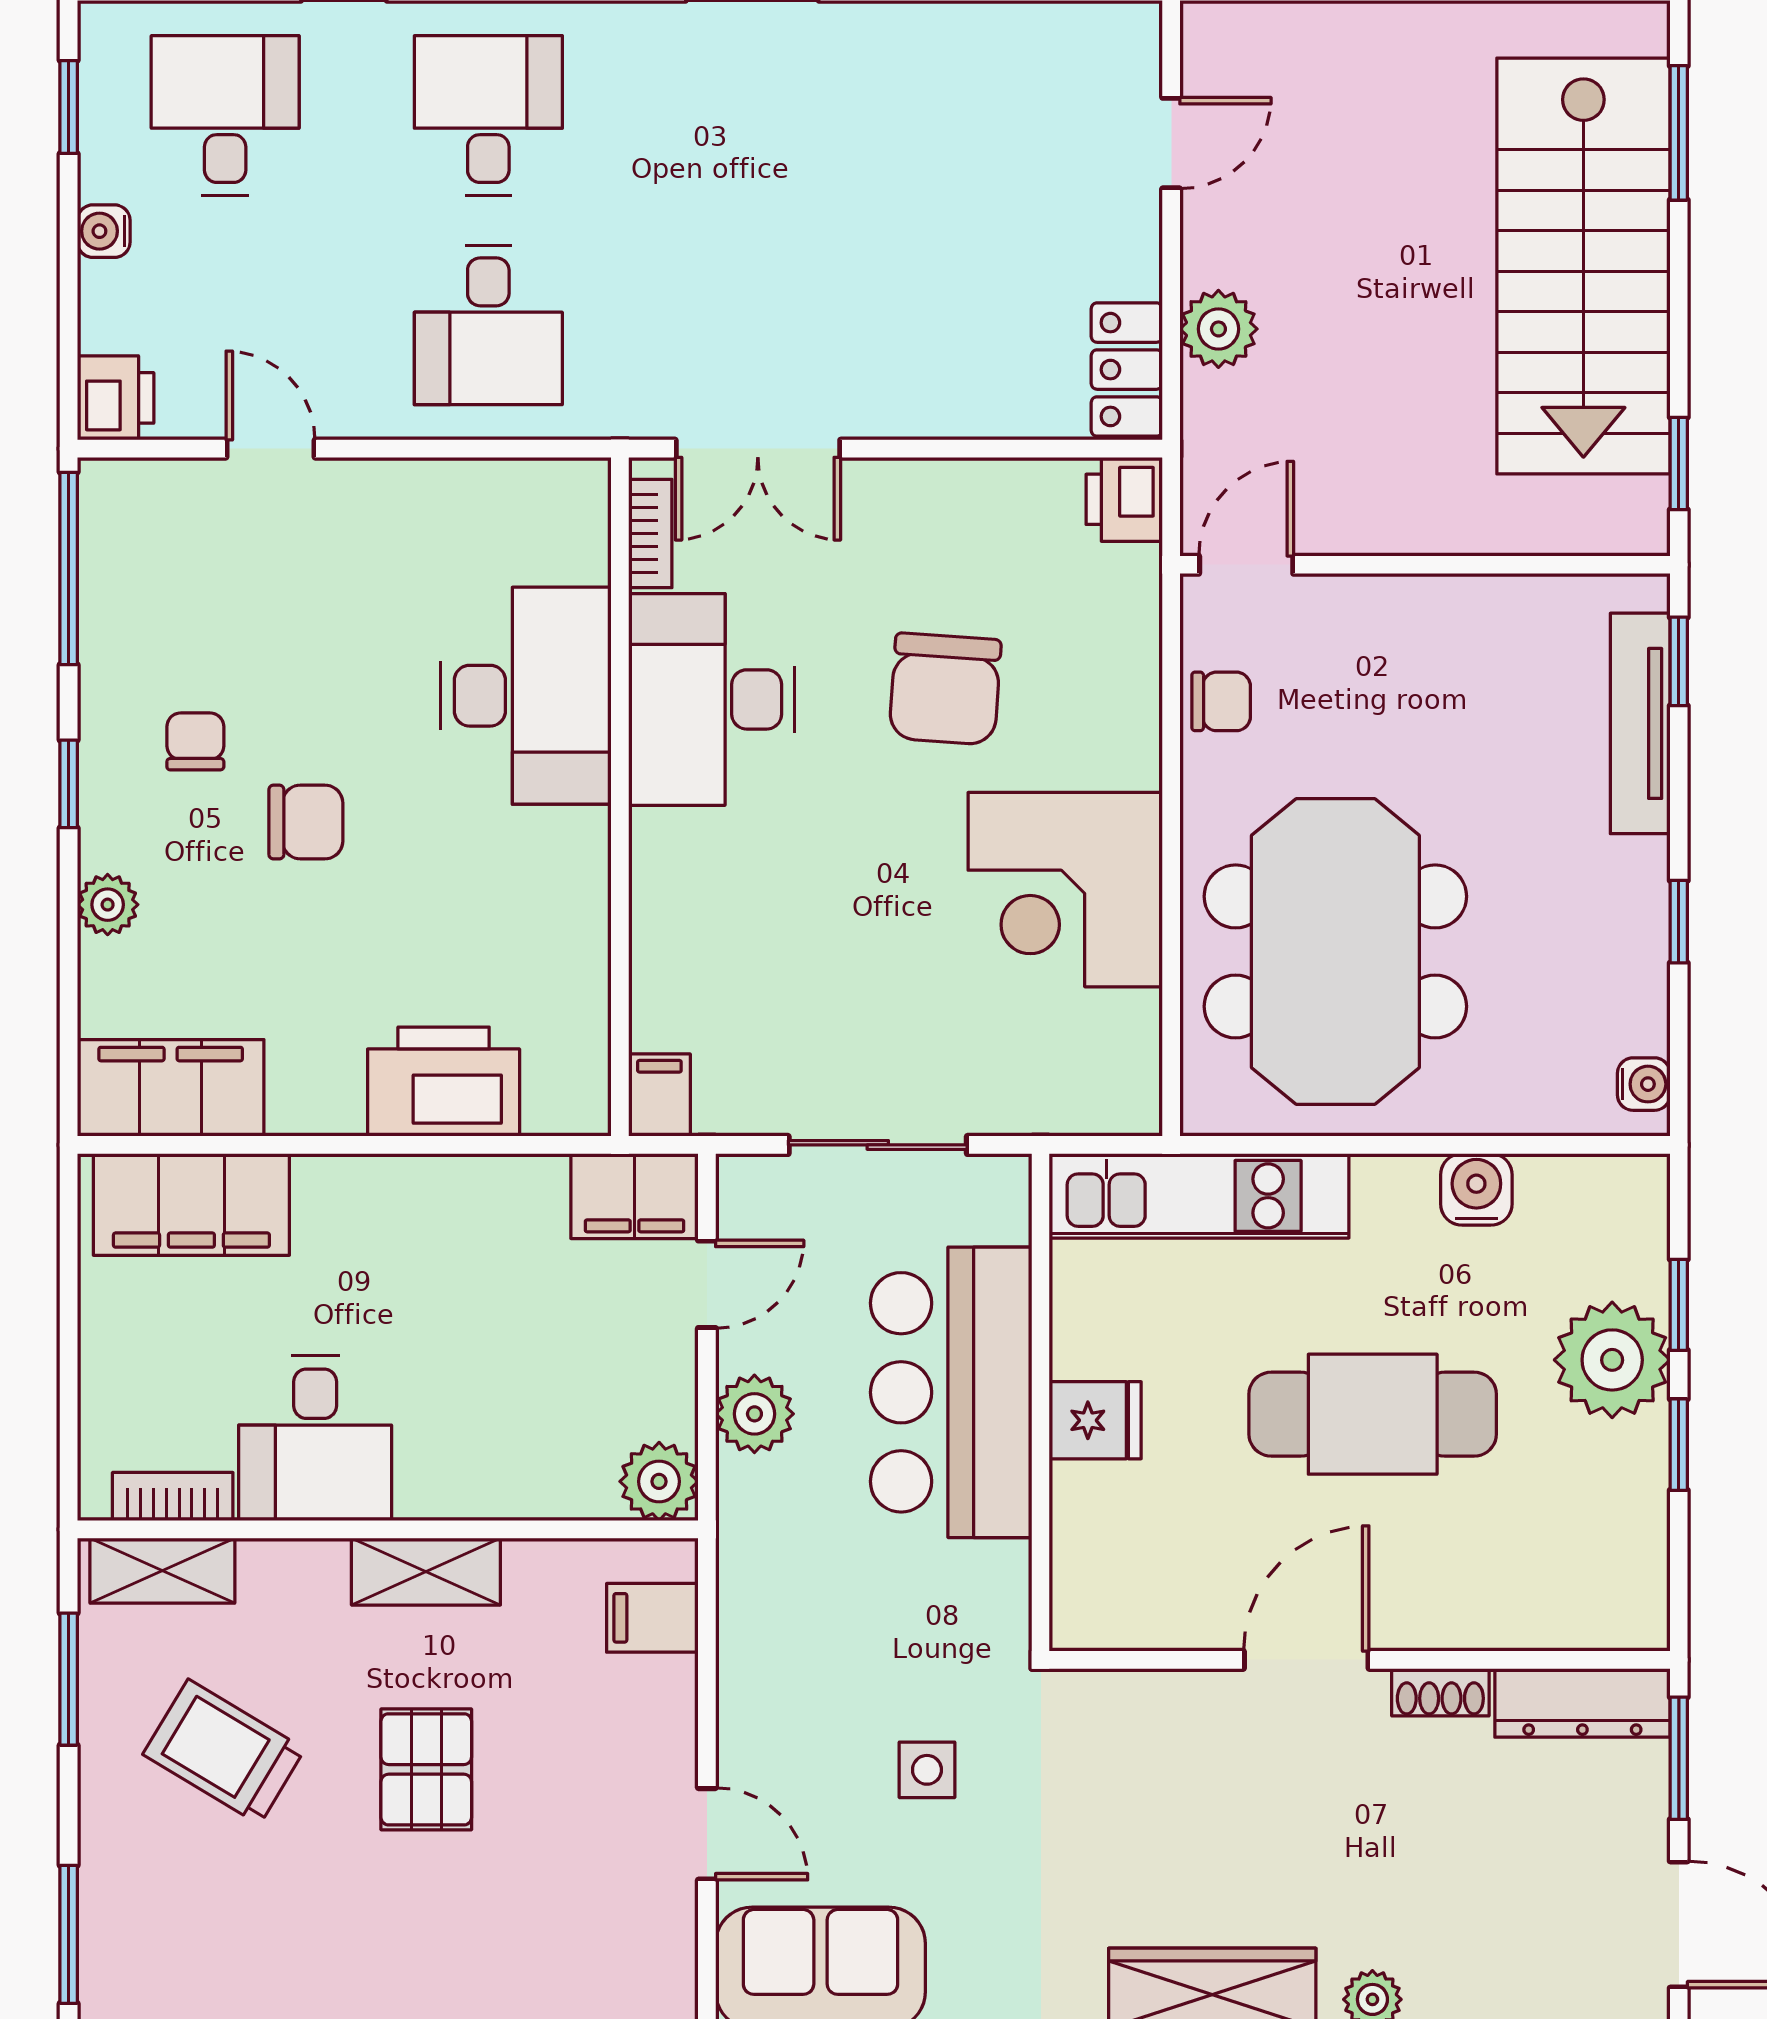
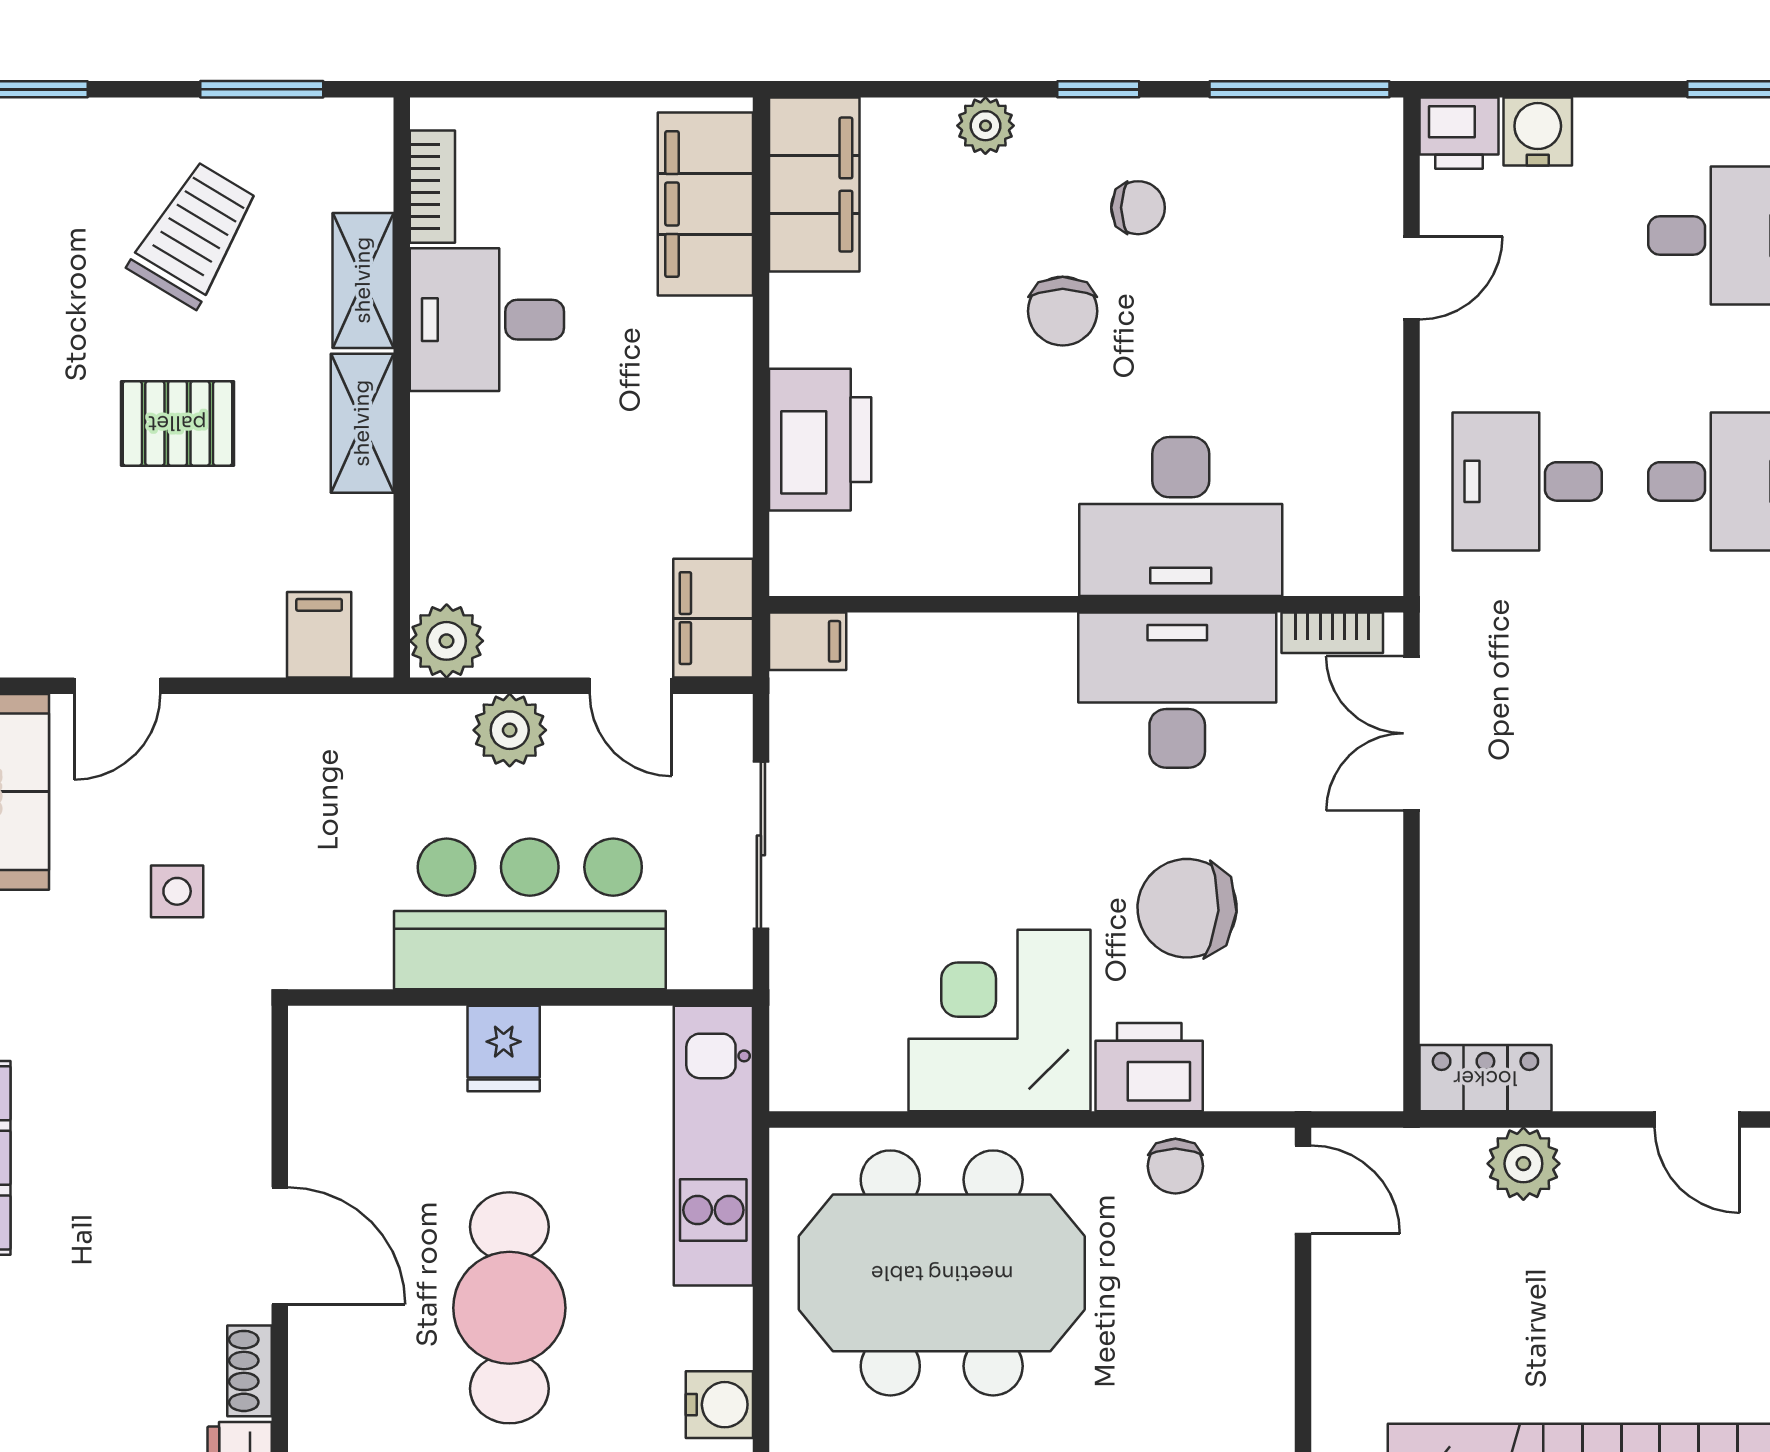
water cooler: (104, 231) -> (1538, 131), moved, width x1.38, depth x1.38
printer: (1124, 499) -> (1149, 1067), moved, width x1.36, depth x1.24
shelving: (162, 1571) -> (363, 280), moved

